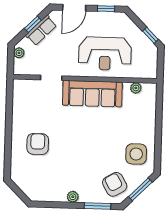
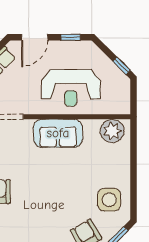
plant: (136, 88) -> (112, 131), width x1.87, depth x1.87
sofa: (92, 94) -> (58, 133), width x0.73

